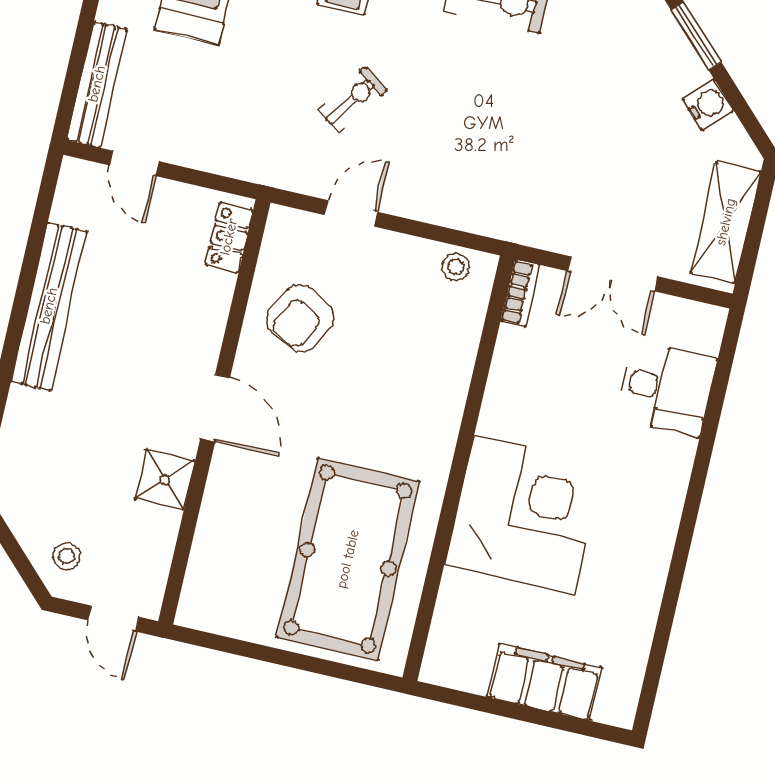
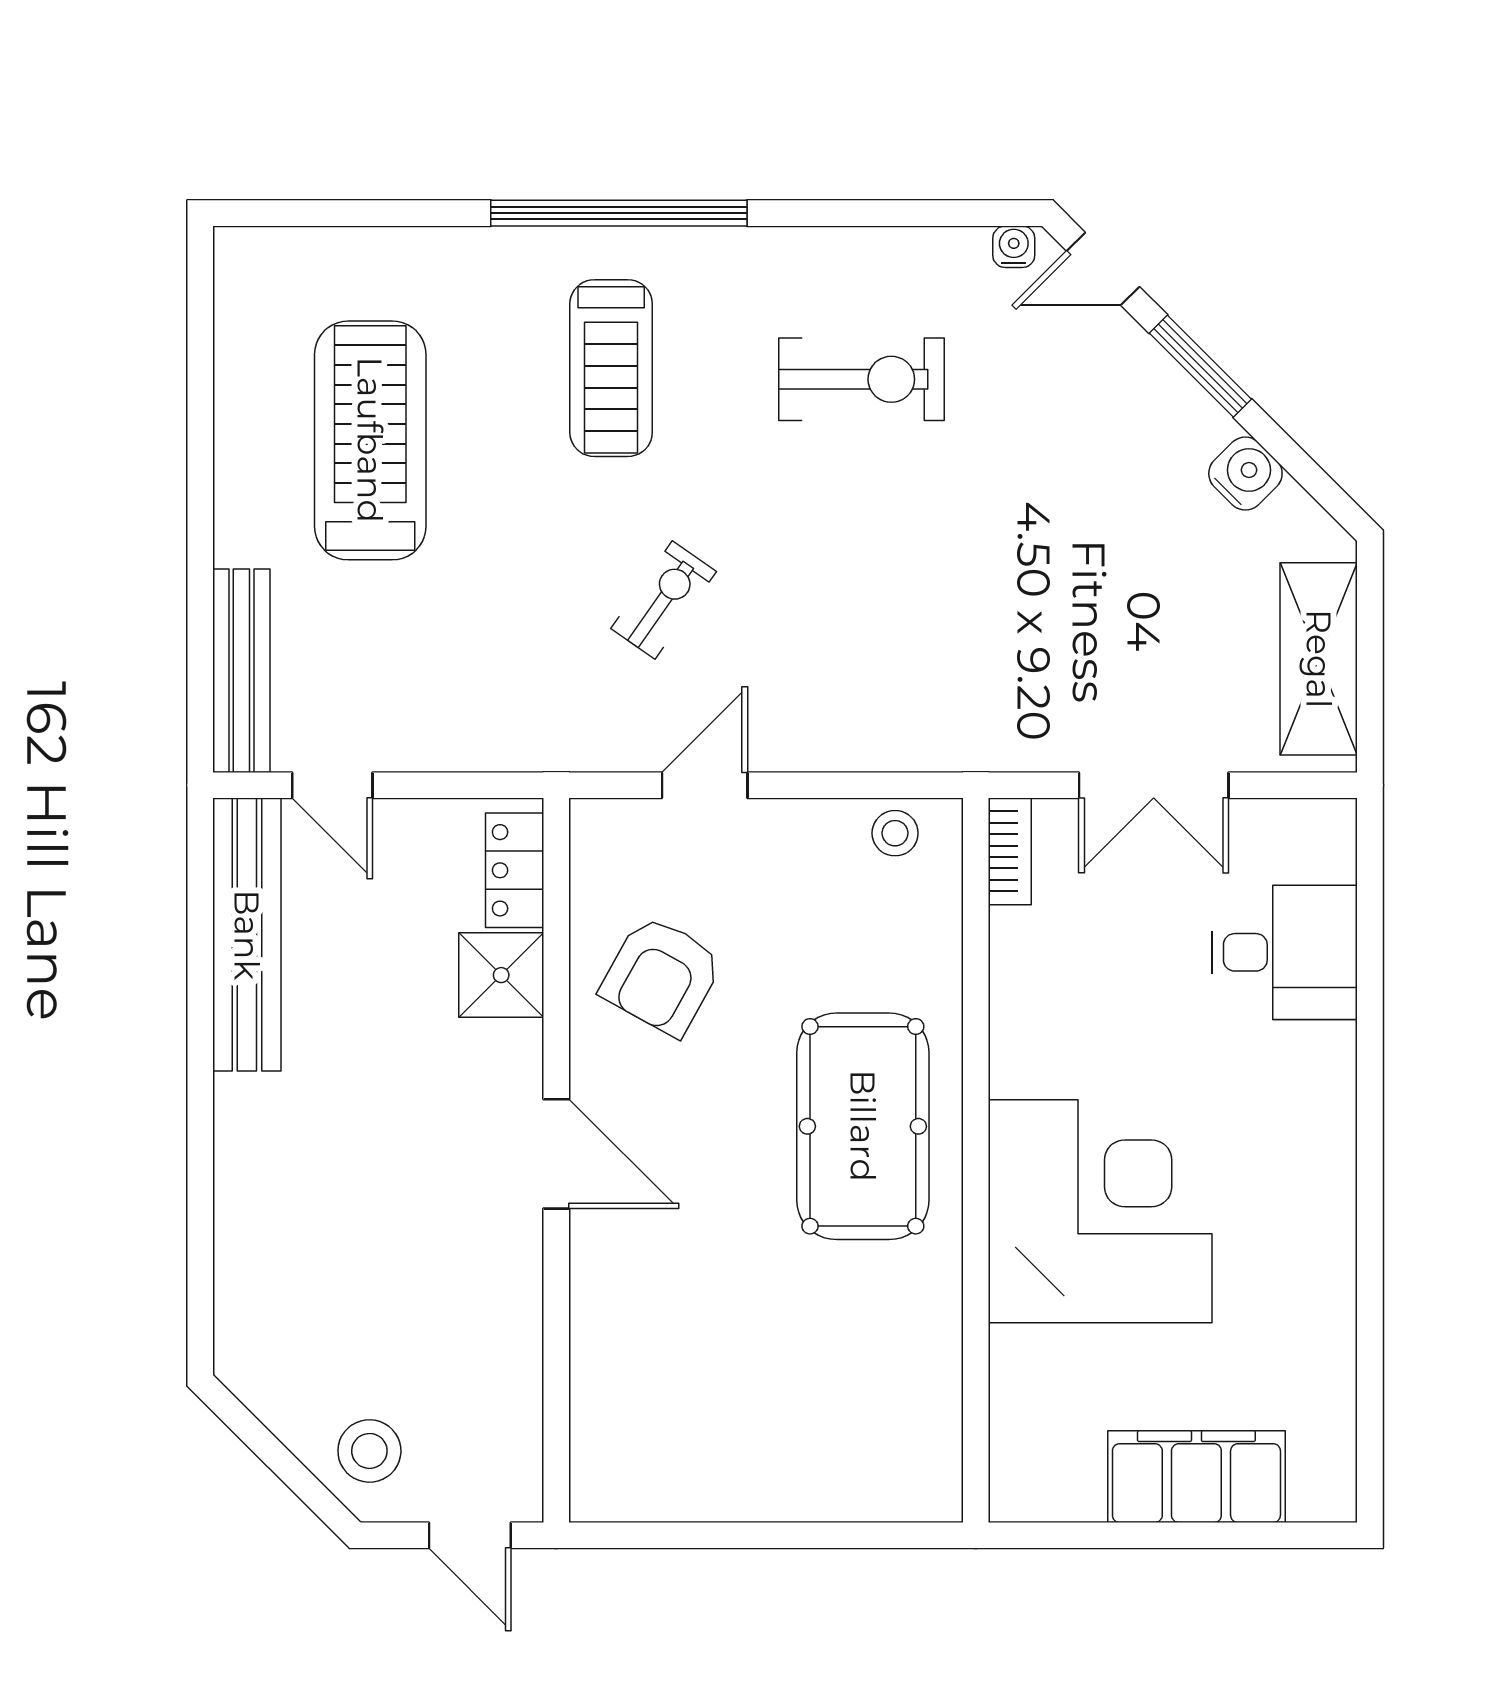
bench: (49, 306) -> (247, 935), moved
shower: (165, 480) -> (501, 975), moved
stool: (66, 556) -> (369, 1451), width x1.37, depth x1.37
pool table: (348, 559) -> (863, 1126), moved, width x0.73, depth x0.76

